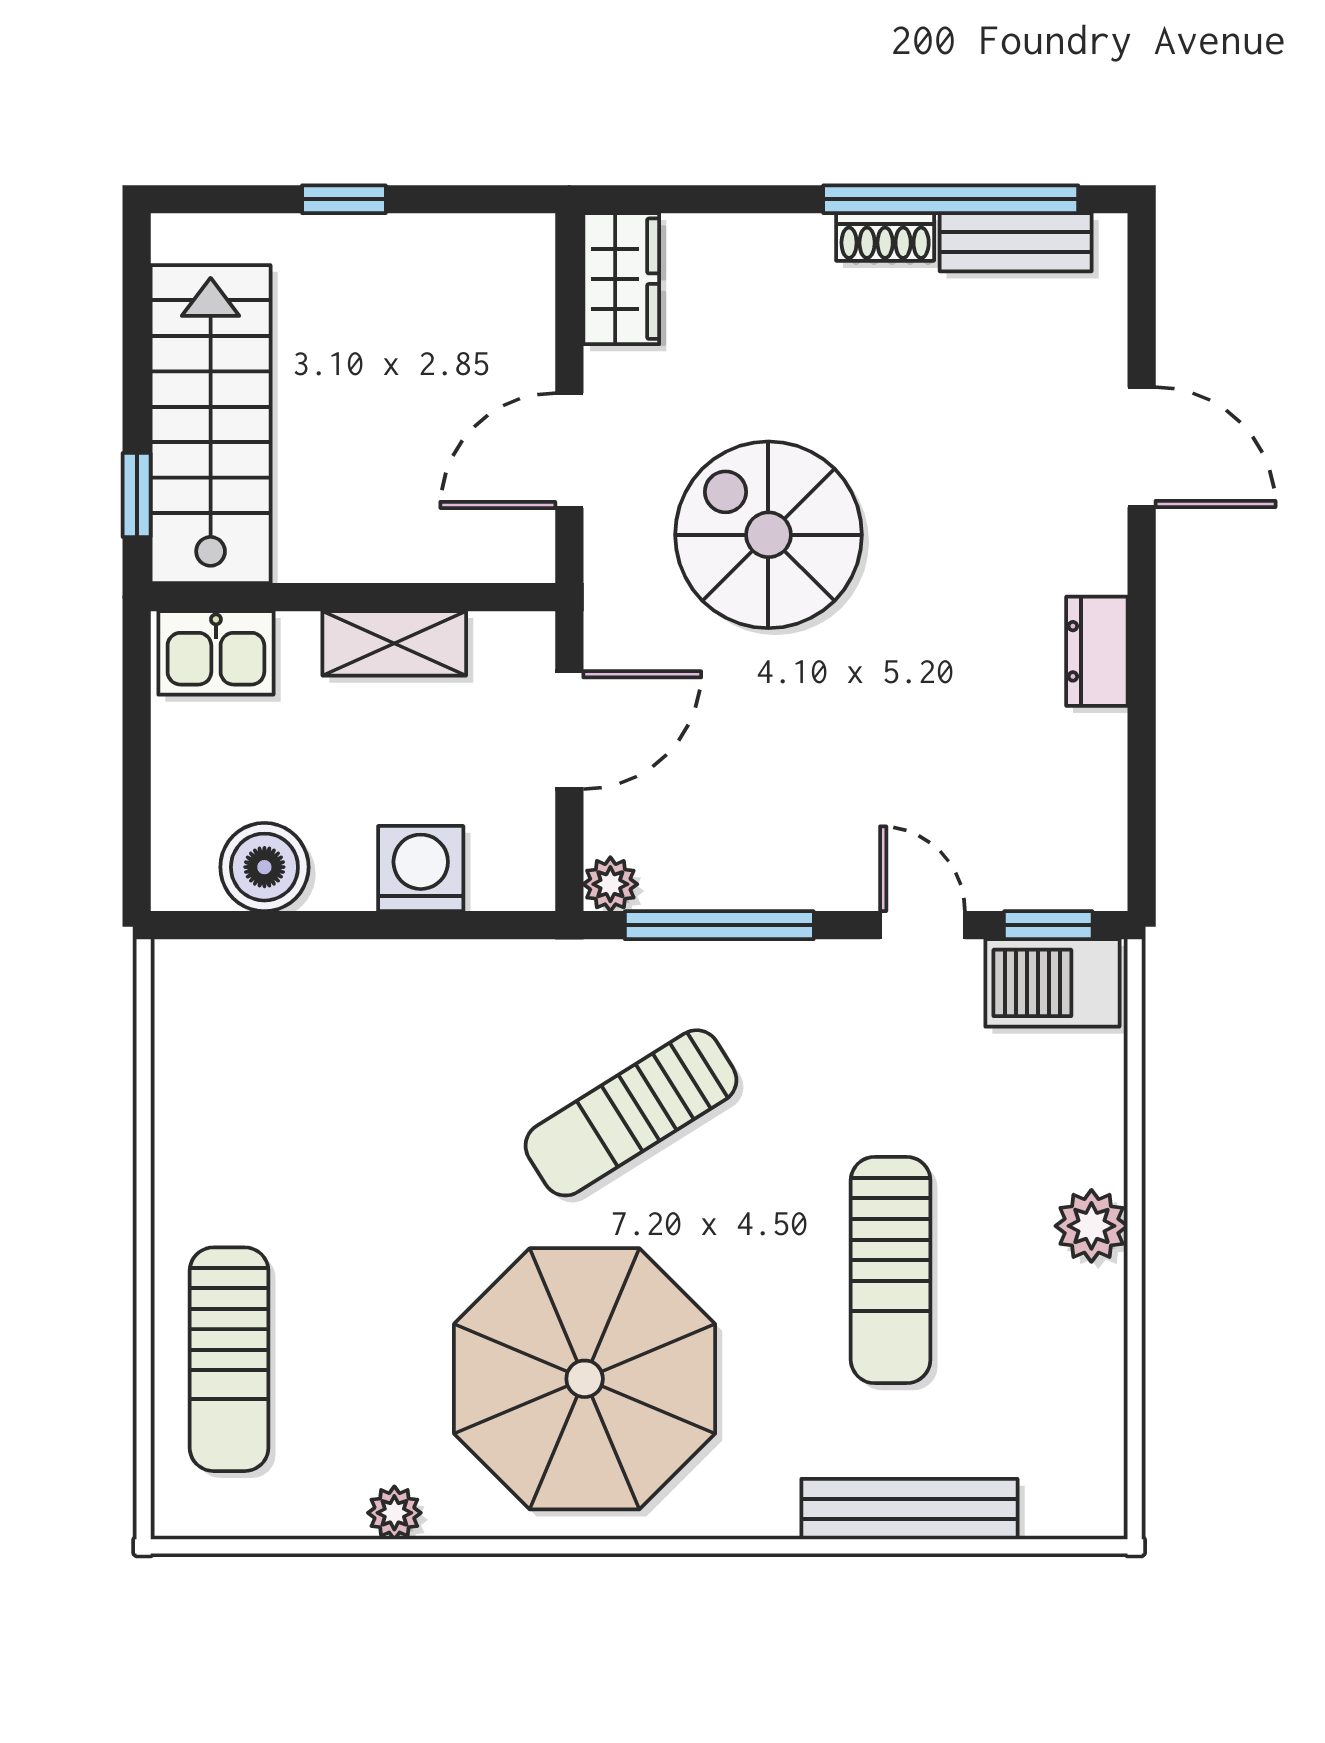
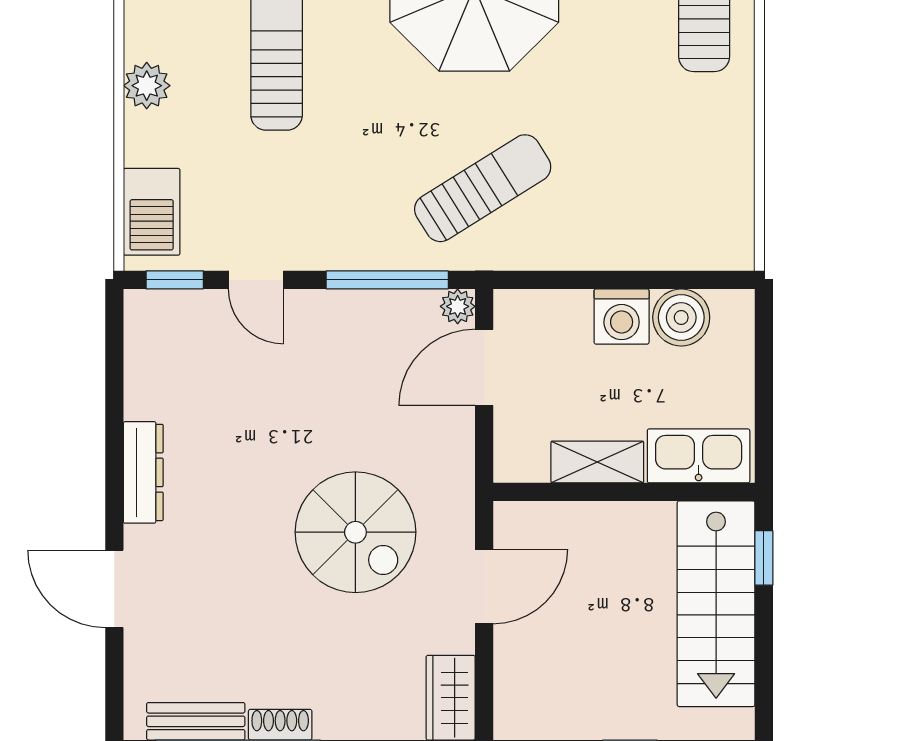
dresser: (1097, 651) -> (143, 472), width x1.44
kitchen sink: (216, 653) -> (699, 456), width x1.38
door: (569, 730) -> (484, 367), moved
washing machine: (421, 869) -> (622, 317), moved
barbecue: (1052, 983) -> (152, 212), moved, turned 90
sun lounger: (631, 1113) -> (483, 188), moved

